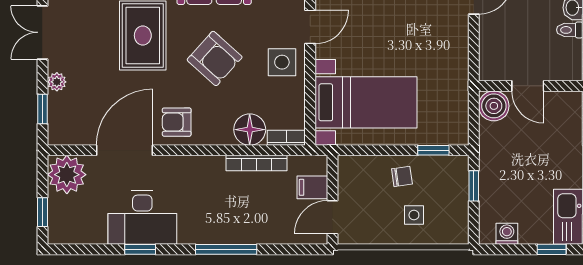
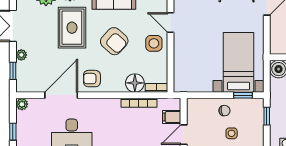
door: (310, 27) -> (170, 23), swing flipped
bed with nightstands: (366, 102) -> (239, 62), moved, turned -90
plant: (67, 175) -> (22, 104), width x0.53, depth x0.53

